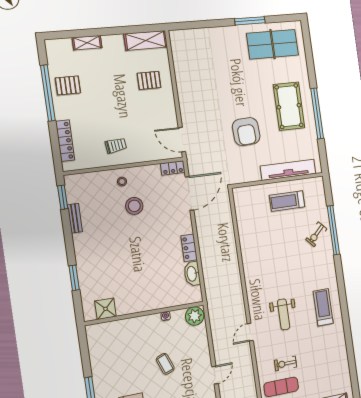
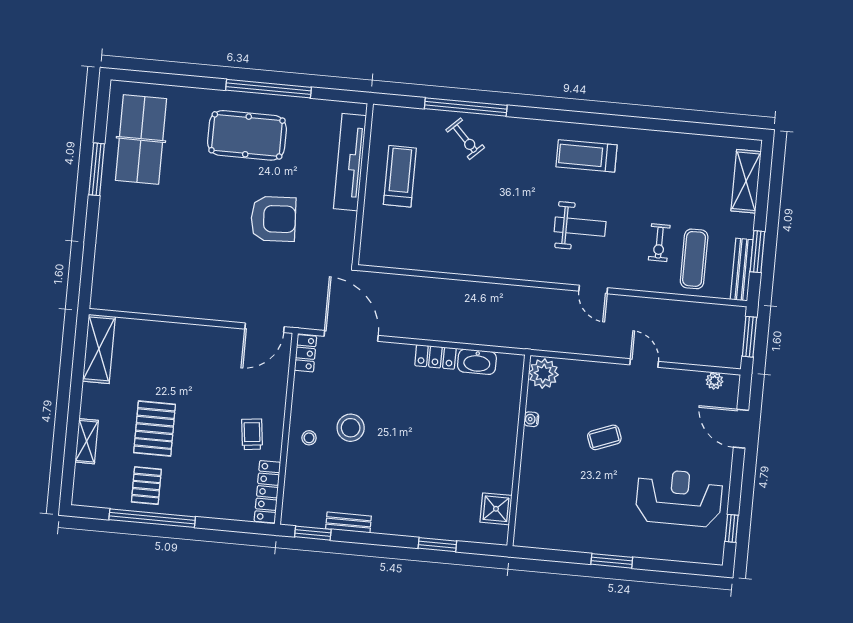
pallet: (149, 80) -> (155, 429), moved, width x1.50, depth x1.42
locker: (65, 141) -> (267, 492), moved, turned -90
treadmill: (287, 201) -> (400, 176), turned 180

